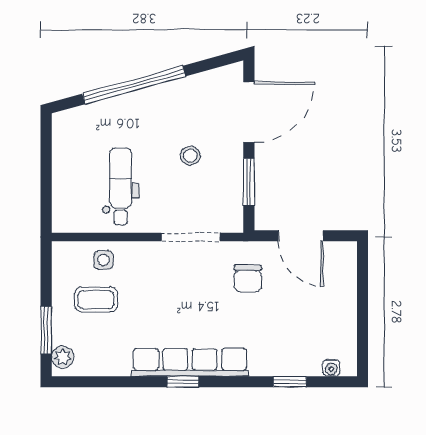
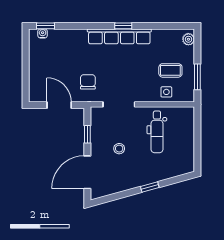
window: (134, 85) -> (150, 187), width x0.32
window: (249, 182) -> (87, 134), width x0.67
window: (46, 330) -> (197, 77), moved
window: (290, 382) -> (45, 26), moved

